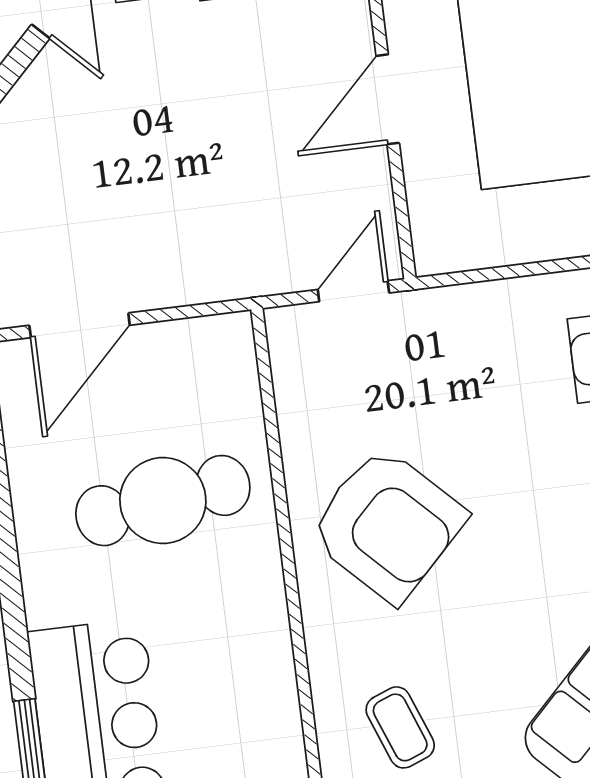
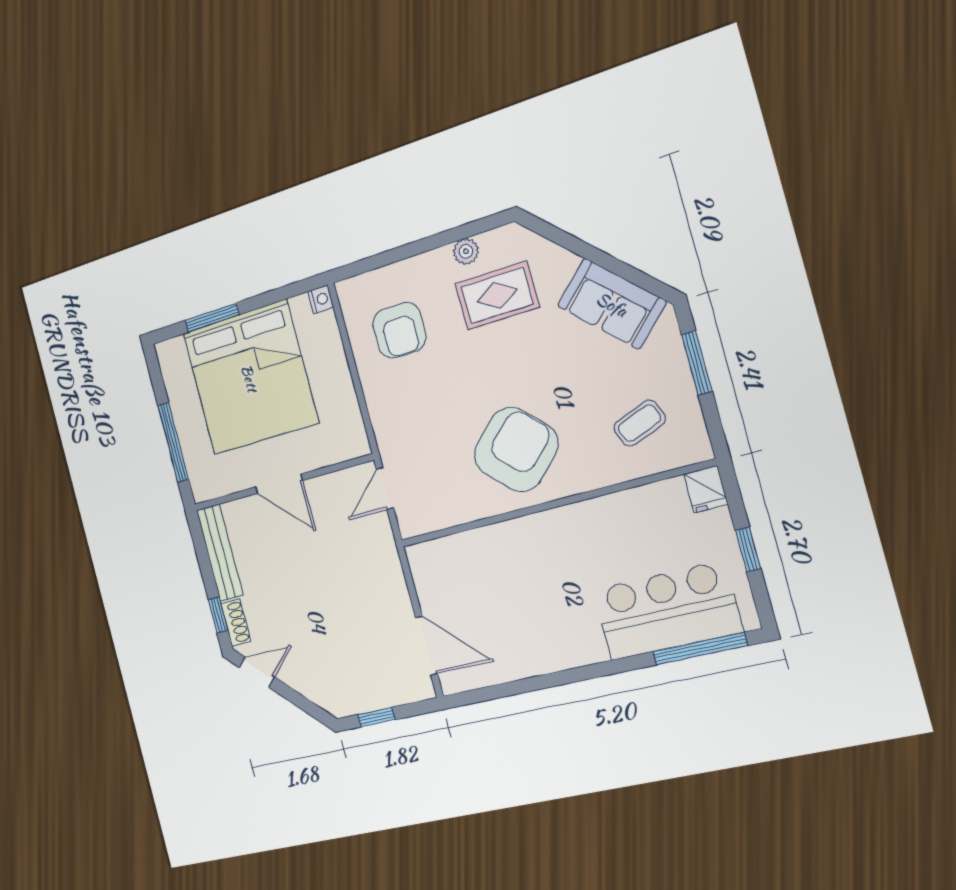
door: (353, 291) -> (385, 489), hinge flipped
cafe table: (163, 501) -> (521, 586), removed

